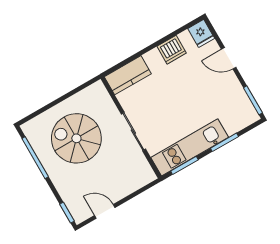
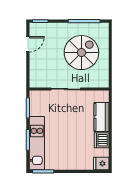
door: (229, 58) -> (77, 171), removed
kitchen counter: (128, 75) -> (102, 117), moved
kitchen unit: (190, 147) -> (37, 143), moved

